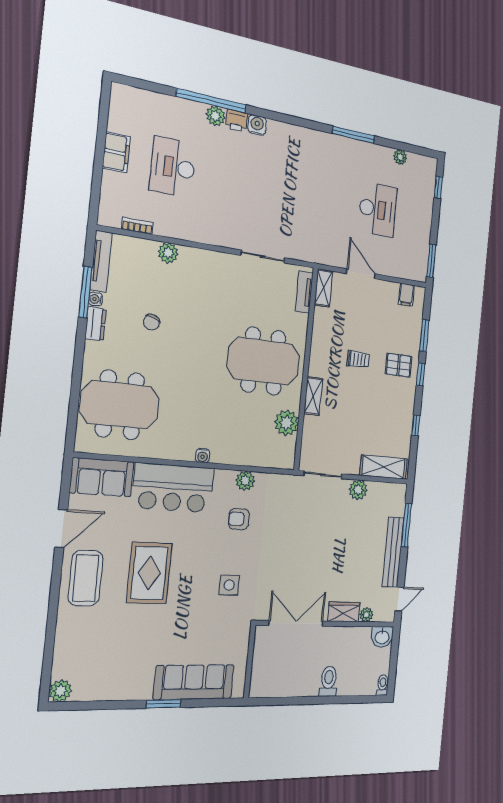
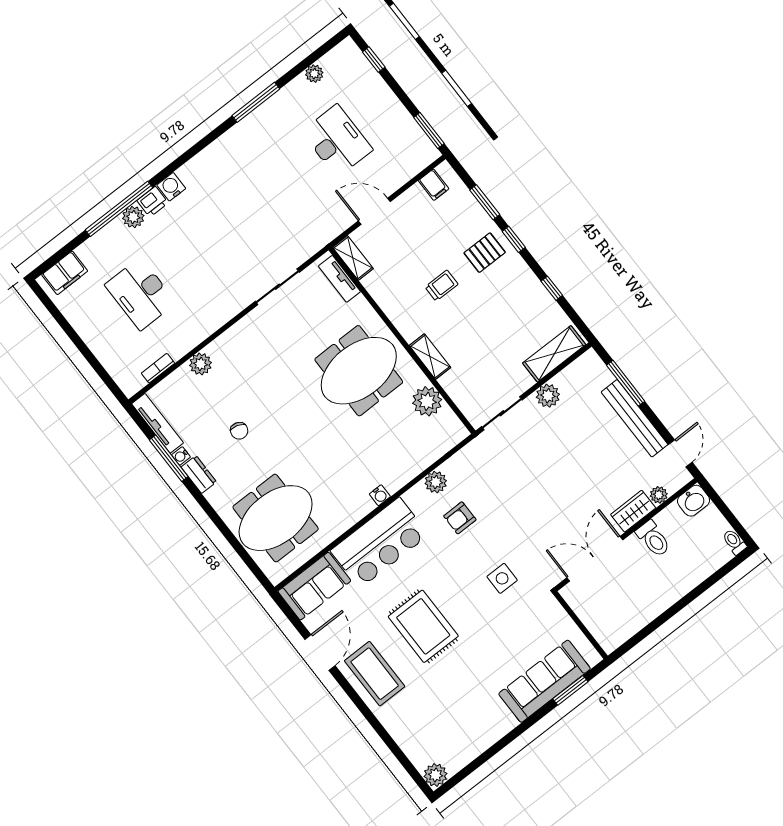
filing cabinet: (116, 152) -> (65, 273), moved, turned 90
toilet: (329, 681) -> (653, 539), moved, turned 180
window: (163, 704) -> (570, 690), moved

